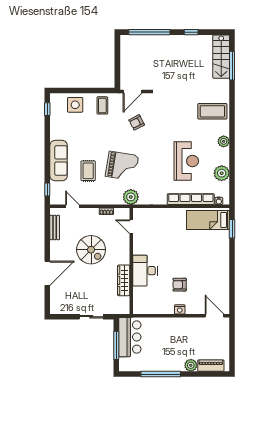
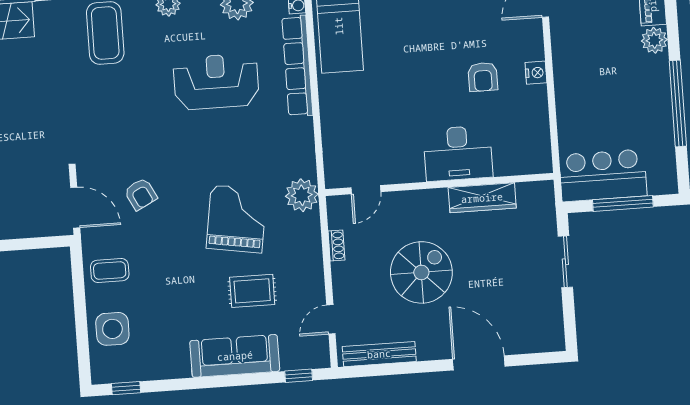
bench: (55, 228) -> (379, 354), width x1.36

